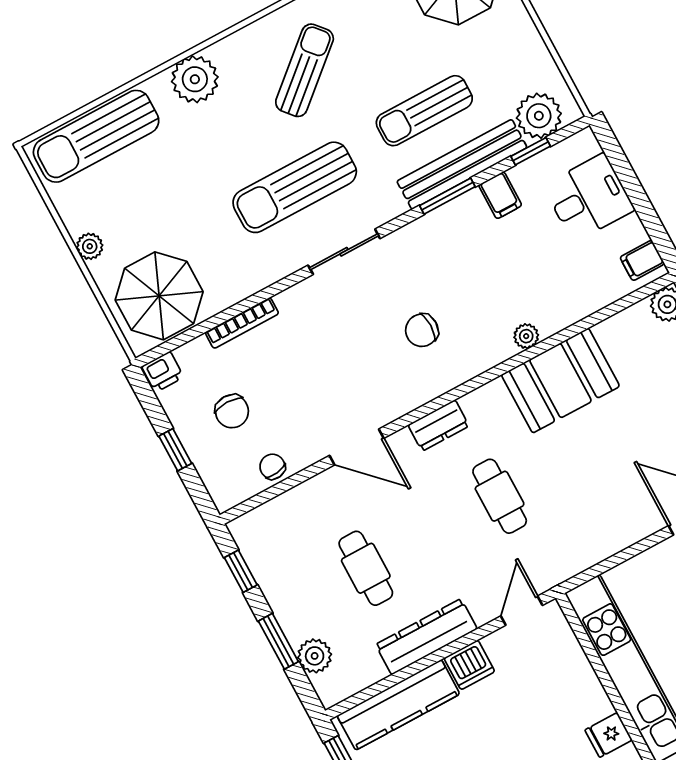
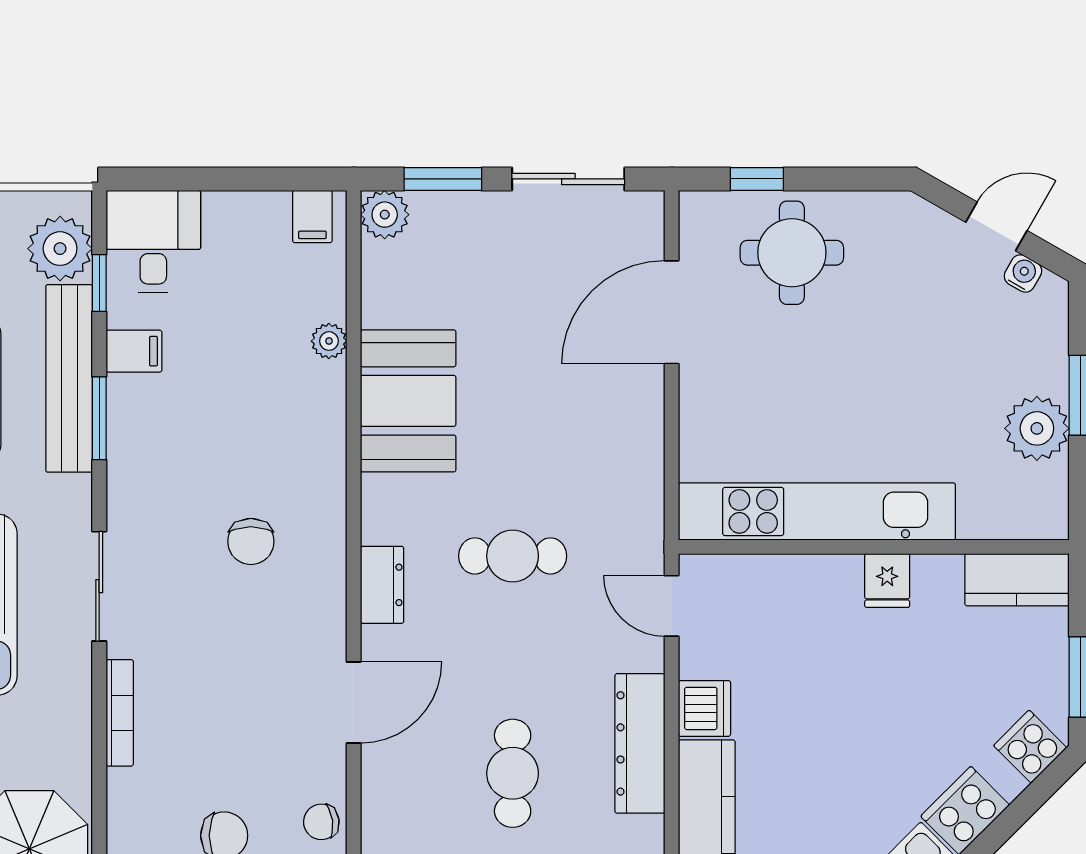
desk: (589, 198) -> (153, 241), moved
bookcase: (242, 323) -> (120, 713), moved
plant: (526, 336) -> (329, 341), moved
cafe table: (366, 568) -> (513, 773), turned 90

